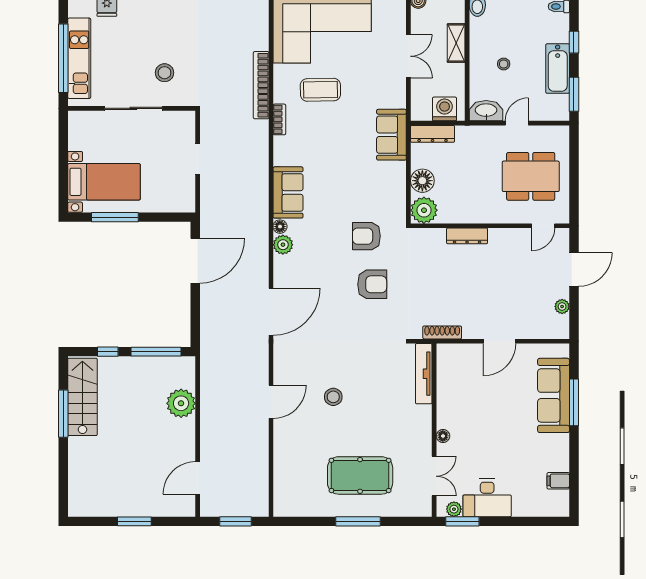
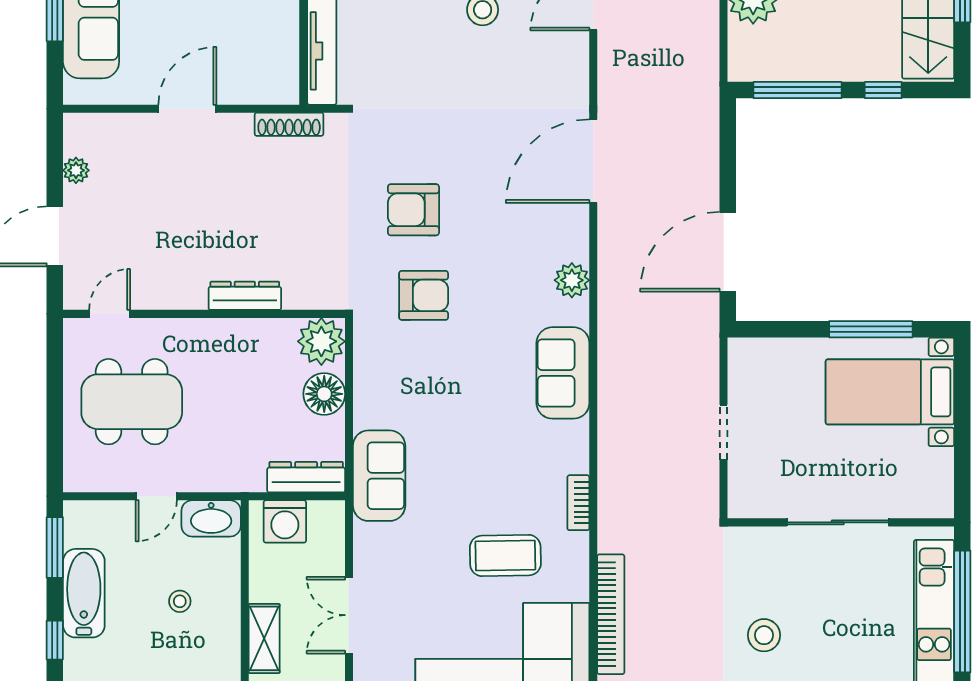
stool: (165, 73) -> (764, 635), moved
bookcase: (261, 85) -> (611, 614), moved
floor lamp: (280, 227) -> (577, 312), removed

